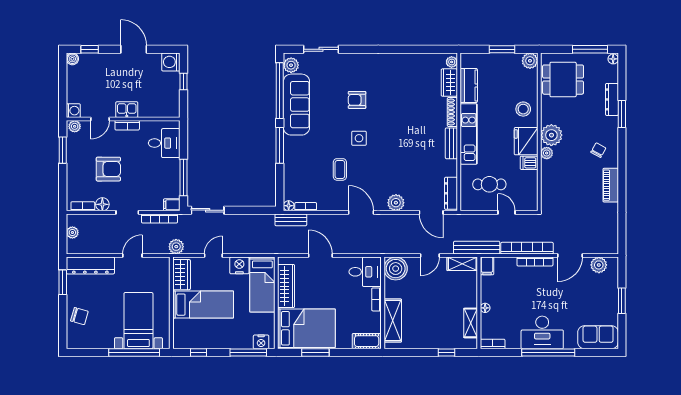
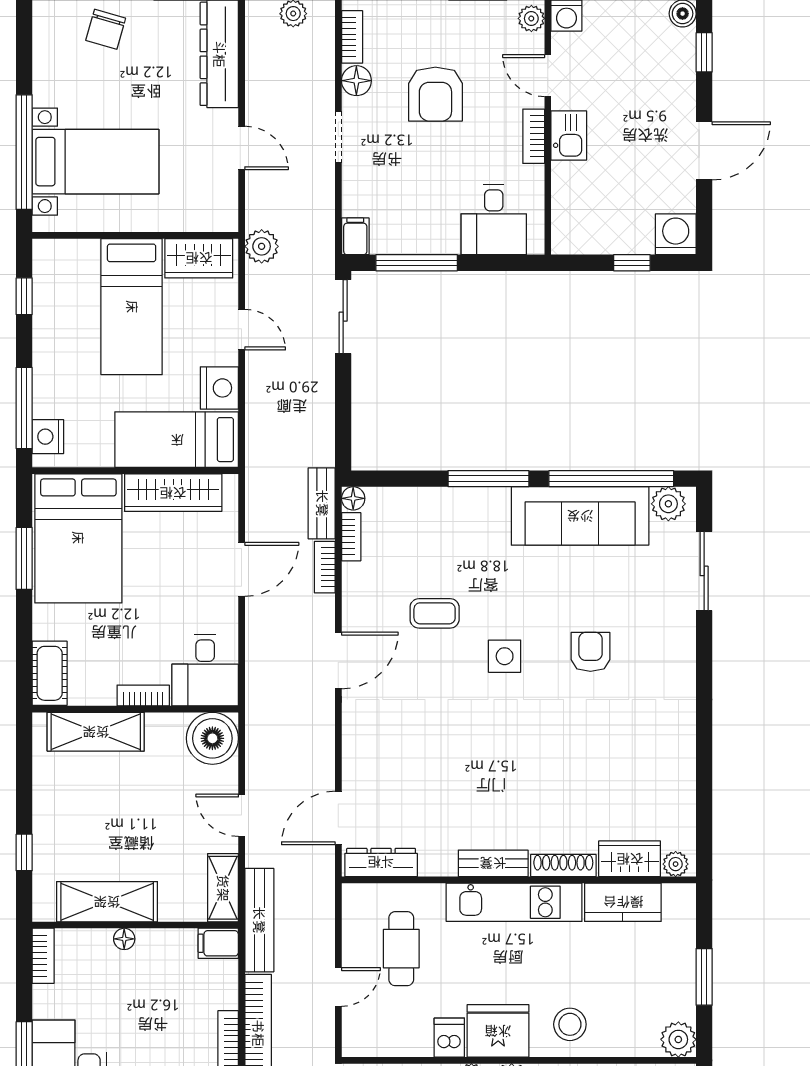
plant: (396, 203) -> (360, 739), removed
bookcase: (159, 218) -> (325, 567), moved, width x0.64
shelving: (471, 323) -> (107, 902), width x1.50, depth x1.33

